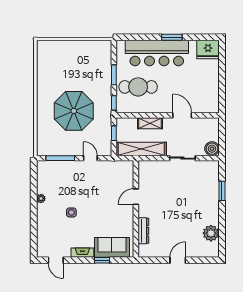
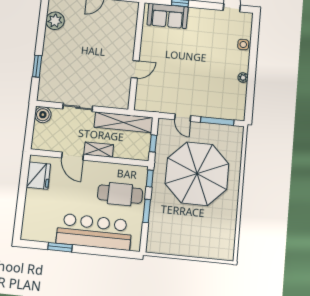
window: (172, 37) -> (60, 247), moved
fridge: (208, 50) -> (38, 176), moved, turned 90
parasol: (74, 111) -> (197, 174), width x1.36, depth x1.36
shelving: (150, 123) -> (99, 150), moved
side table: (71, 212) -> (243, 45), moved
dresser: (143, 231) -> (130, 31), removed
fireplace: (82, 253) -> (201, 13), removed

